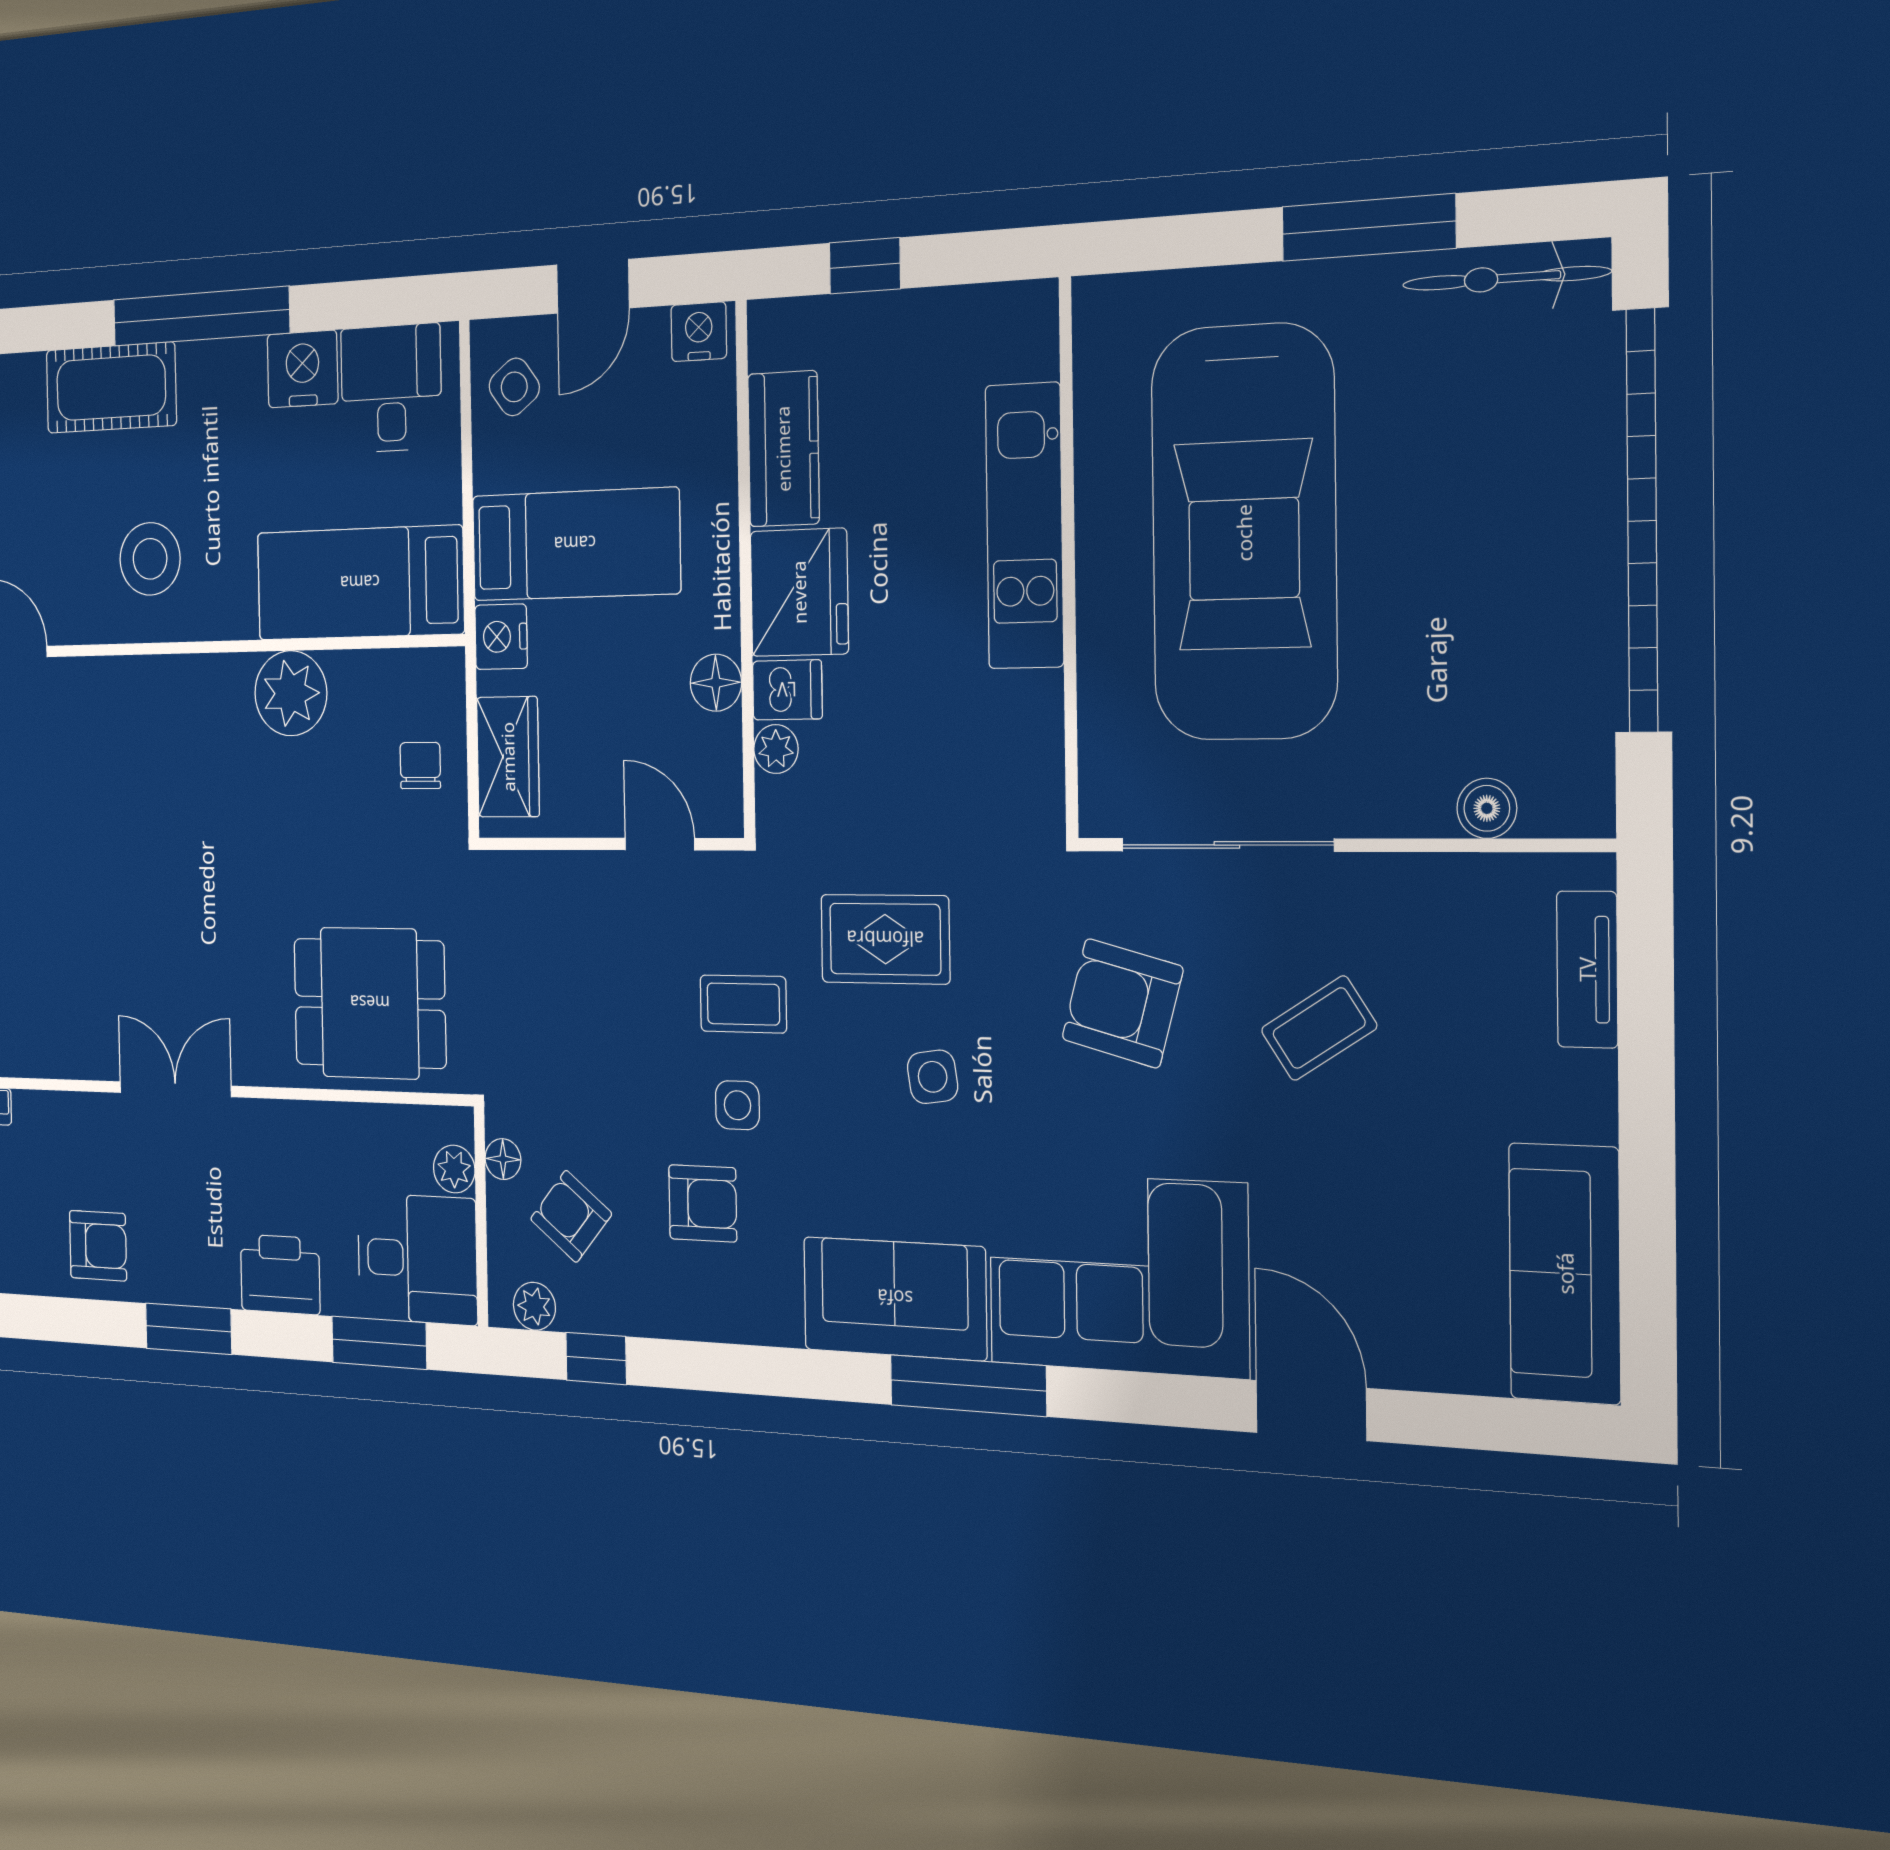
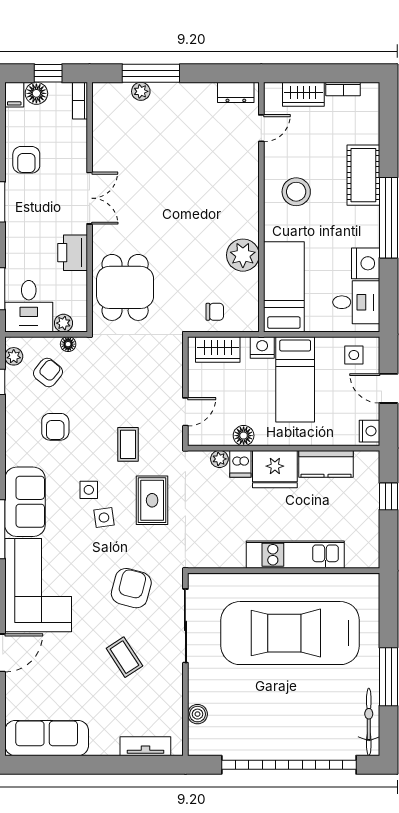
side table: (514, 387) -> (354, 355), turned 37
side table: (737, 1105) -> (89, 490), moved
printer: (280, 1274) -> (73, 253), moved, turned 180

